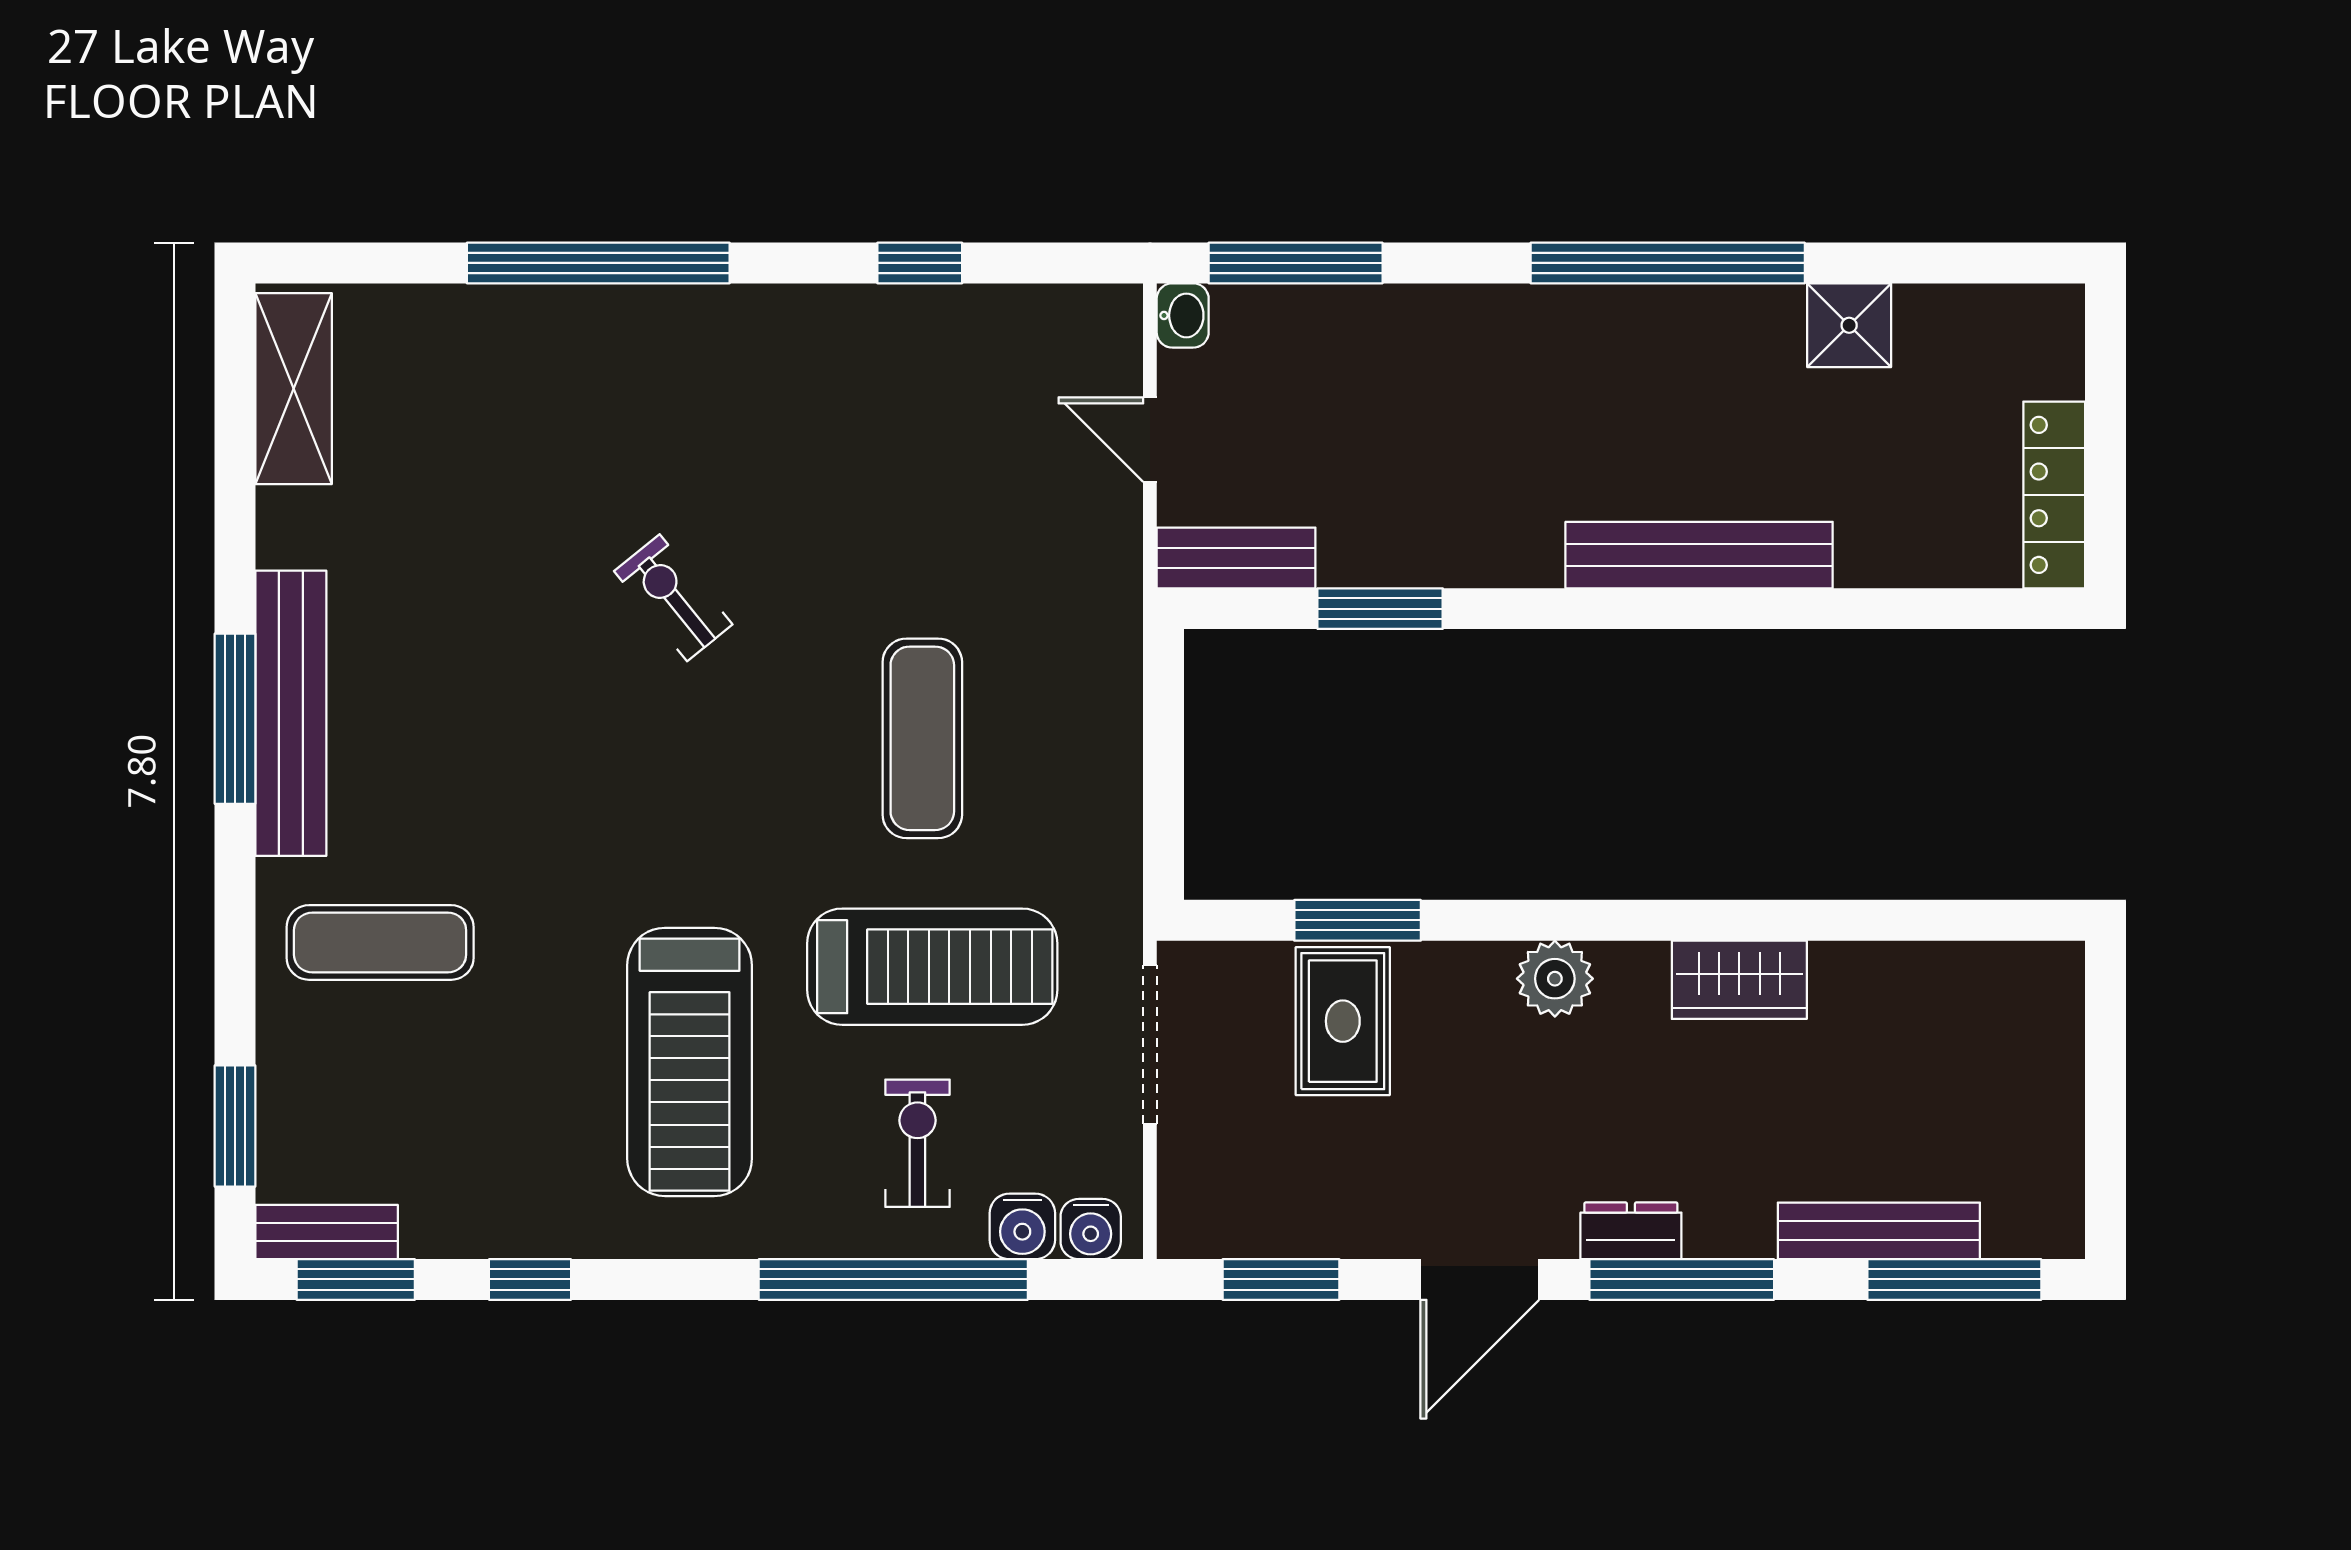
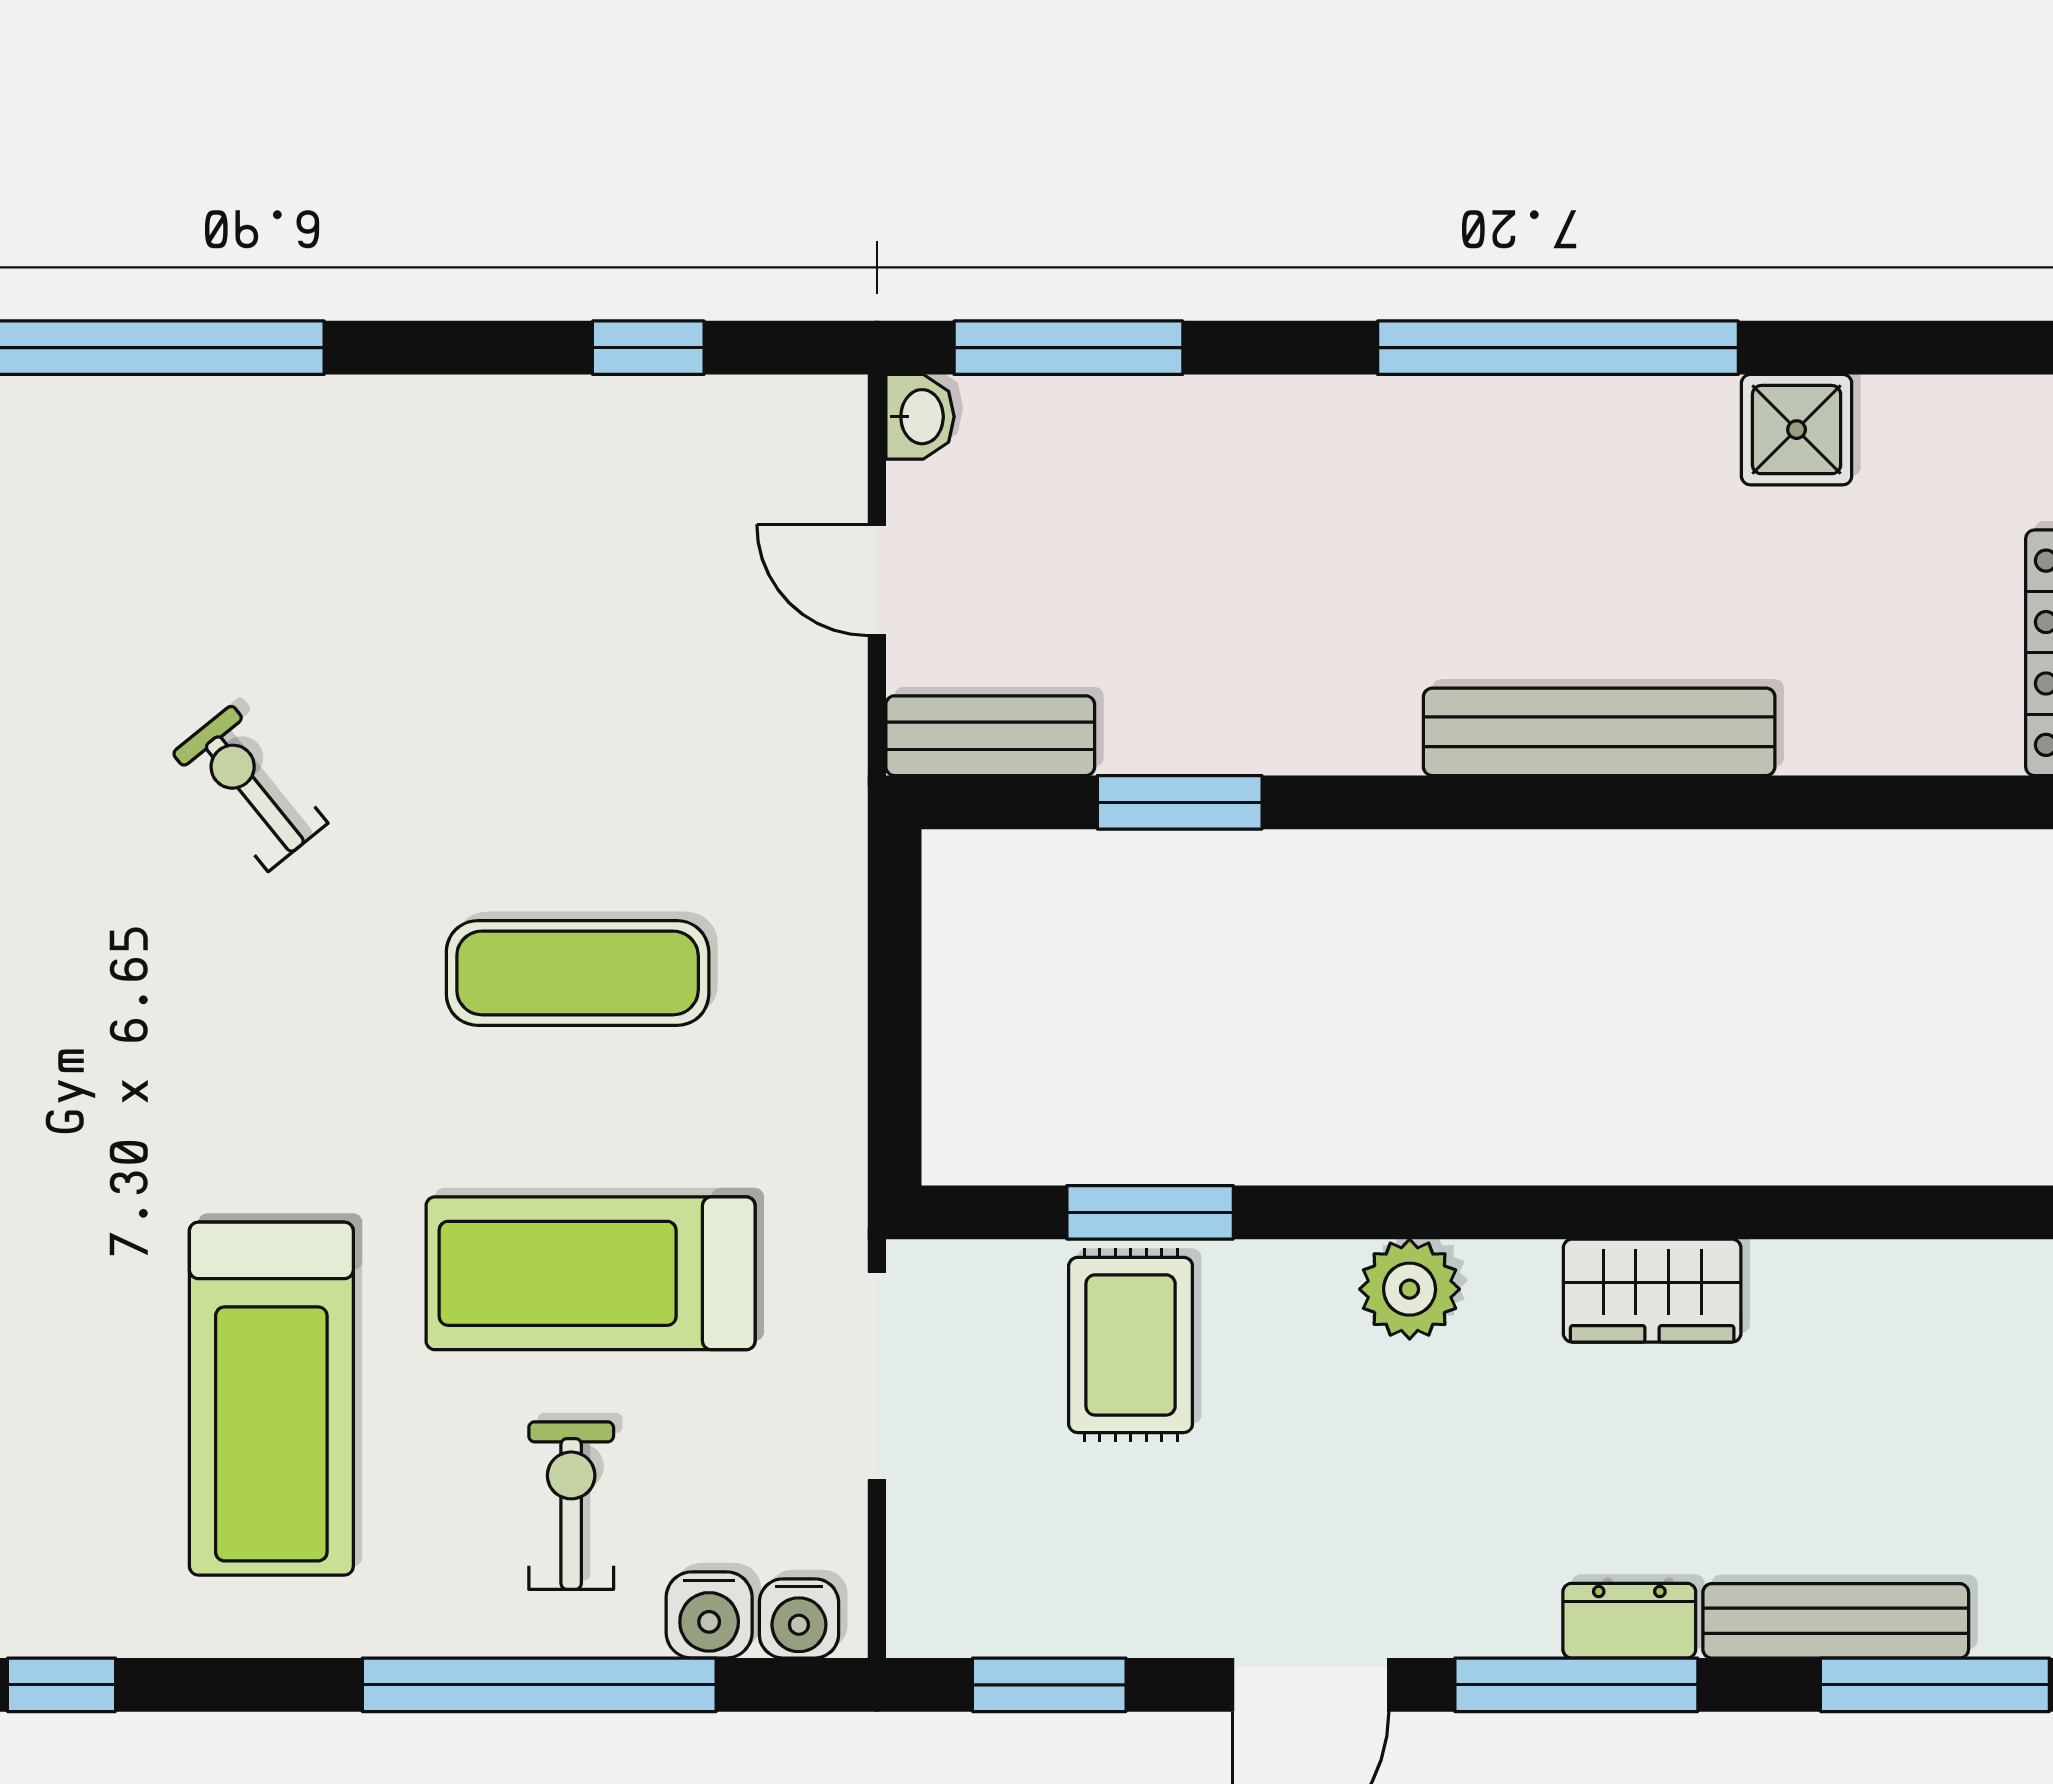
window: (920, 263) -> (648, 348), moved
exercise mat: (922, 738) -> (578, 973), turned 90
treadmill: (932, 967) -> (591, 1273), turned 180
dresser: (1631, 1231) -> (1629, 1621), moved

